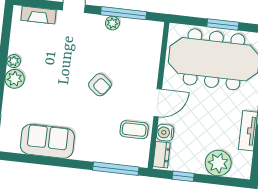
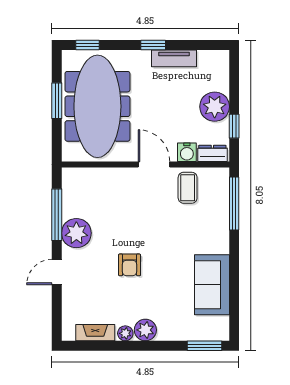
fireplace: (39, 15) -> (95, 333), moved, turned -90
plant: (112, 23) -> (76, 233), width x1.87, depth x1.87
armchair: (100, 85) -> (130, 265), moved, turned 142
plant: (218, 163) -> (215, 107), moved

